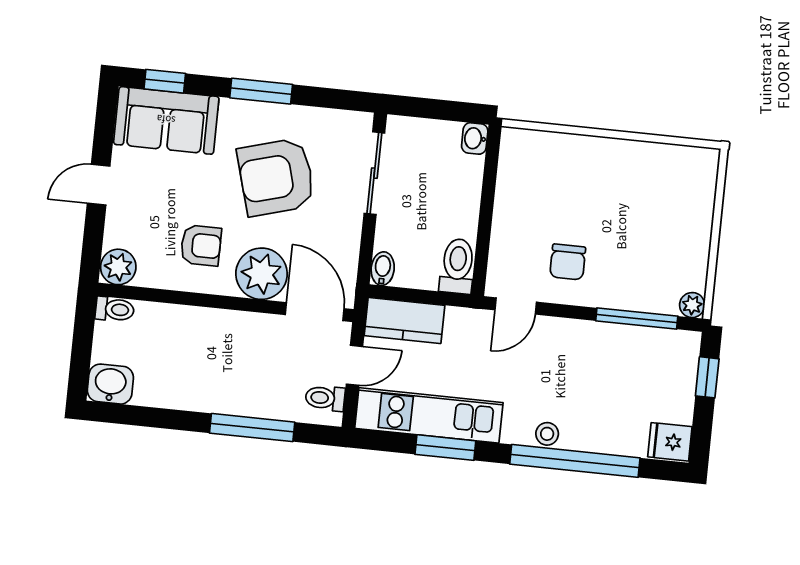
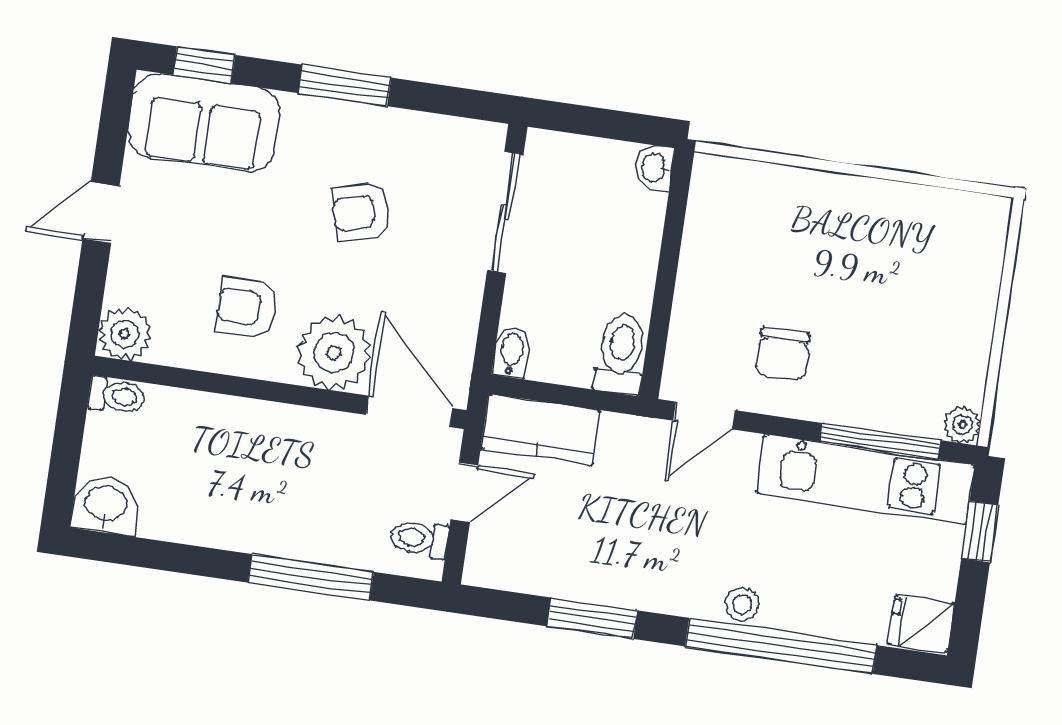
armchair: (276, 177) -> (361, 212), width x0.53, depth x0.53
armchair: (201, 245) -> (247, 308), turned 180
kitchen unit: (429, 415) -> (866, 479), moved, turned 180

